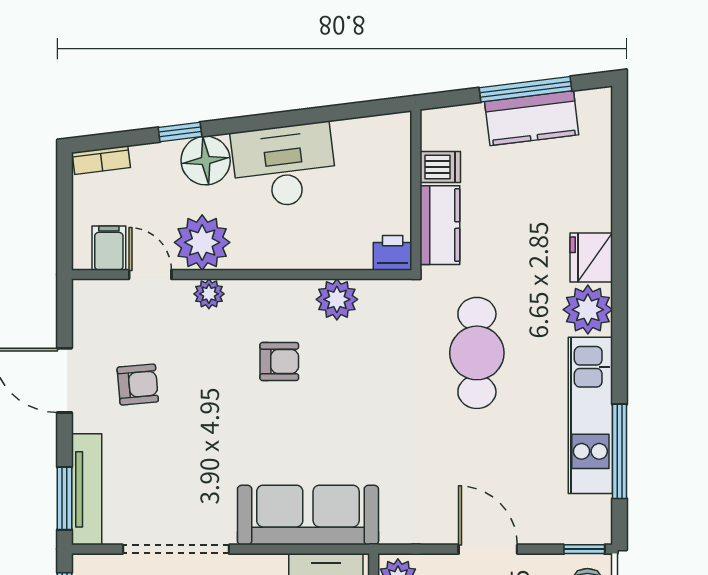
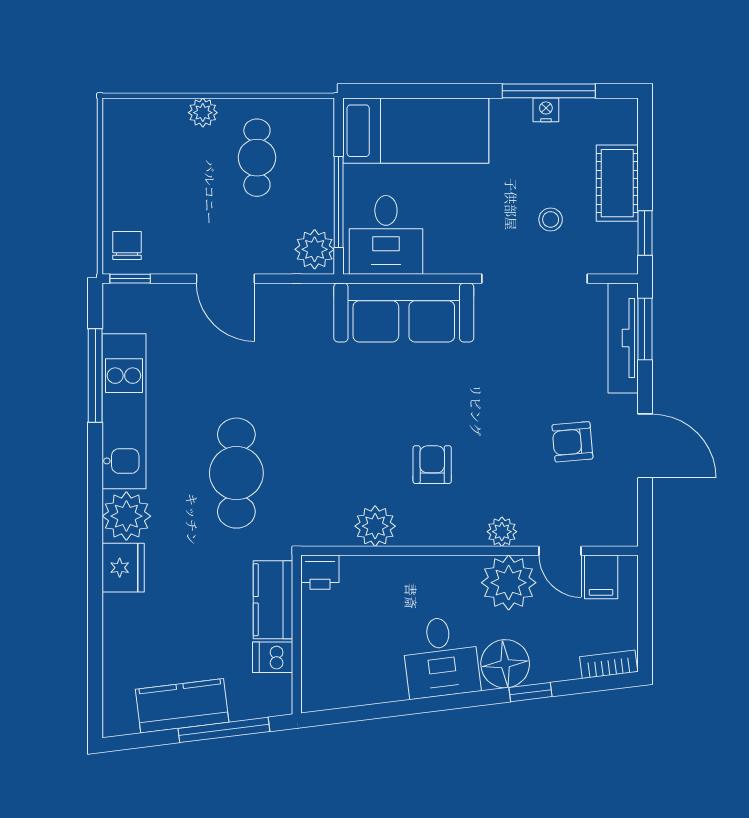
window: (525, 89) -> (224, 730), moved
desk: (284, 166) -> (441, 657), width x0.73
armchair: (279, 361) -> (432, 465), turned 90

